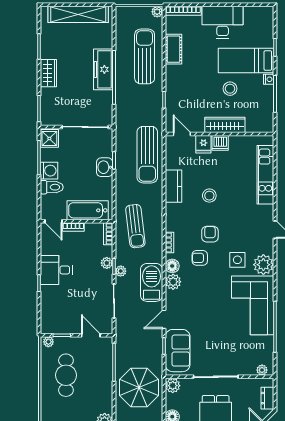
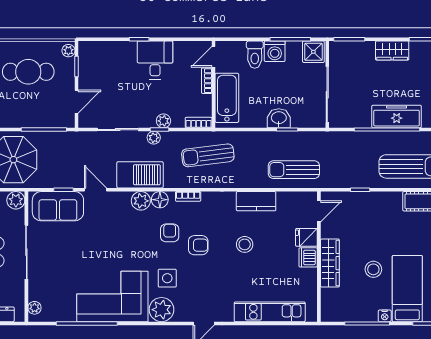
sun lounger: (147, 155) -> (294, 170), width x0.73, depth x0.75

